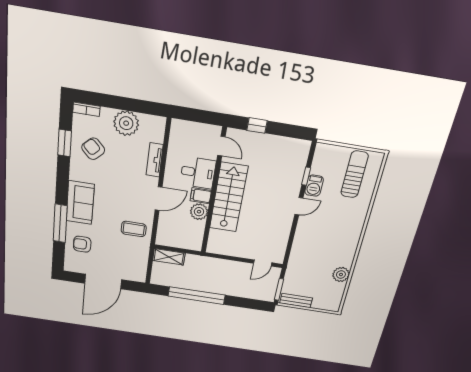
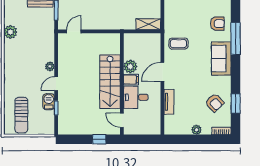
plant: (126, 123) -> (197, 130), width x0.53, depth x0.53
plant: (302, 228) -> (50, 66), added

